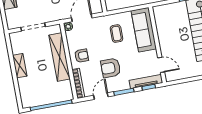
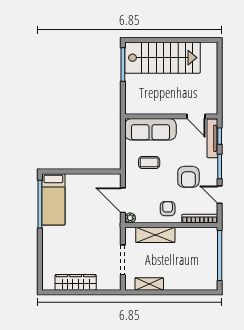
shelving: (60, 57) -> (155, 235), width x0.68
door: (161, 65) -> (196, 116), swing flipped
shelving: (20, 66) -> (149, 284), moved

